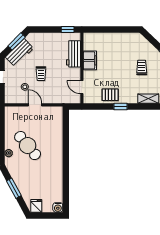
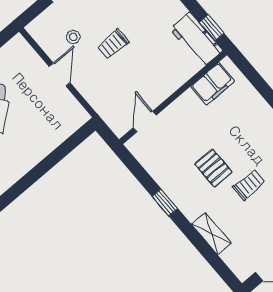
workbench: (74, 54) -> (196, 40), moved, turned -90
filing cabinet: (90, 60) -> (213, 84), moved
pallet: (110, 95) -> (213, 168), moved

